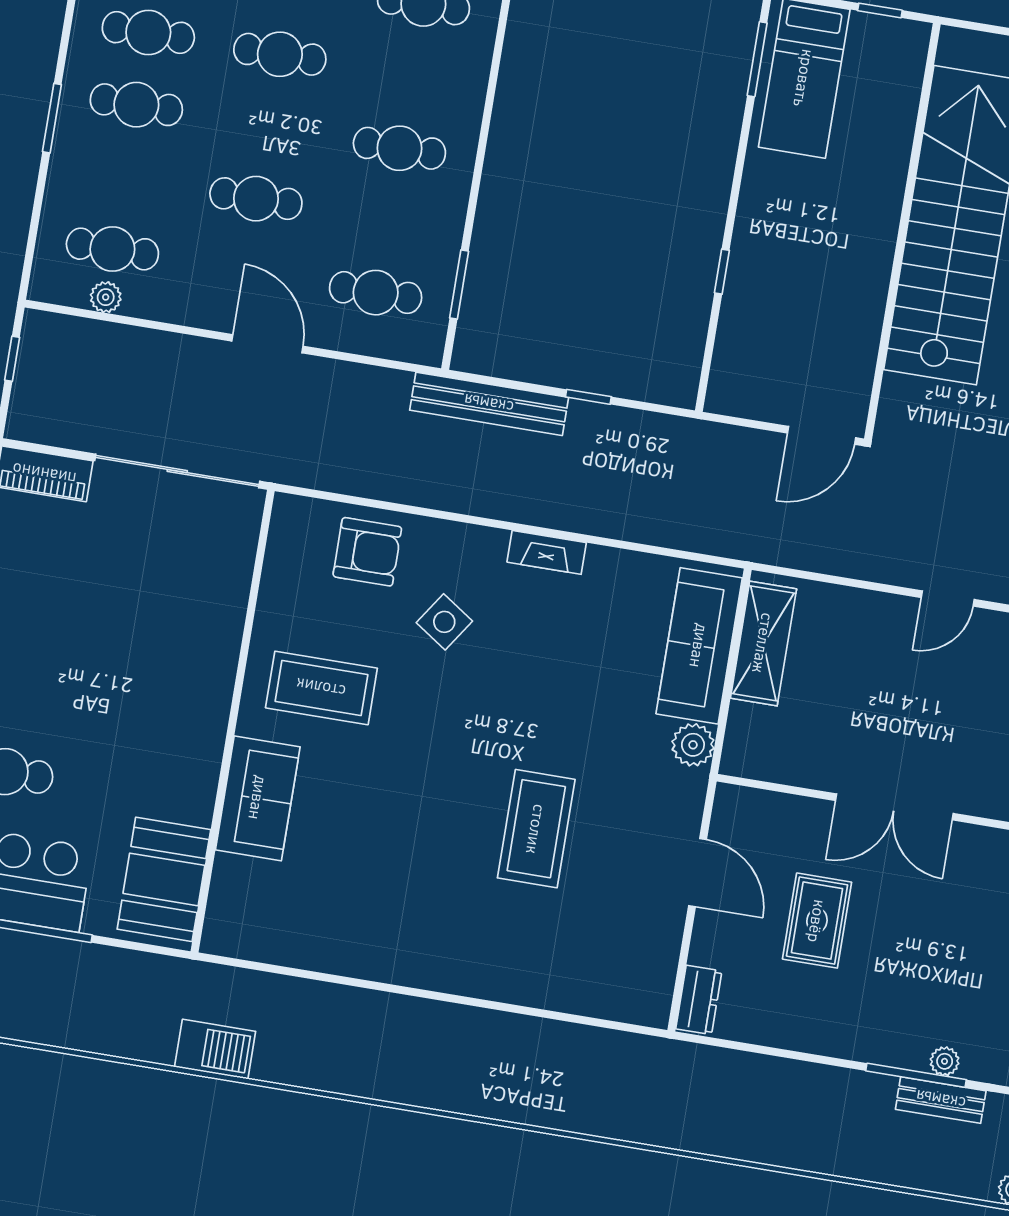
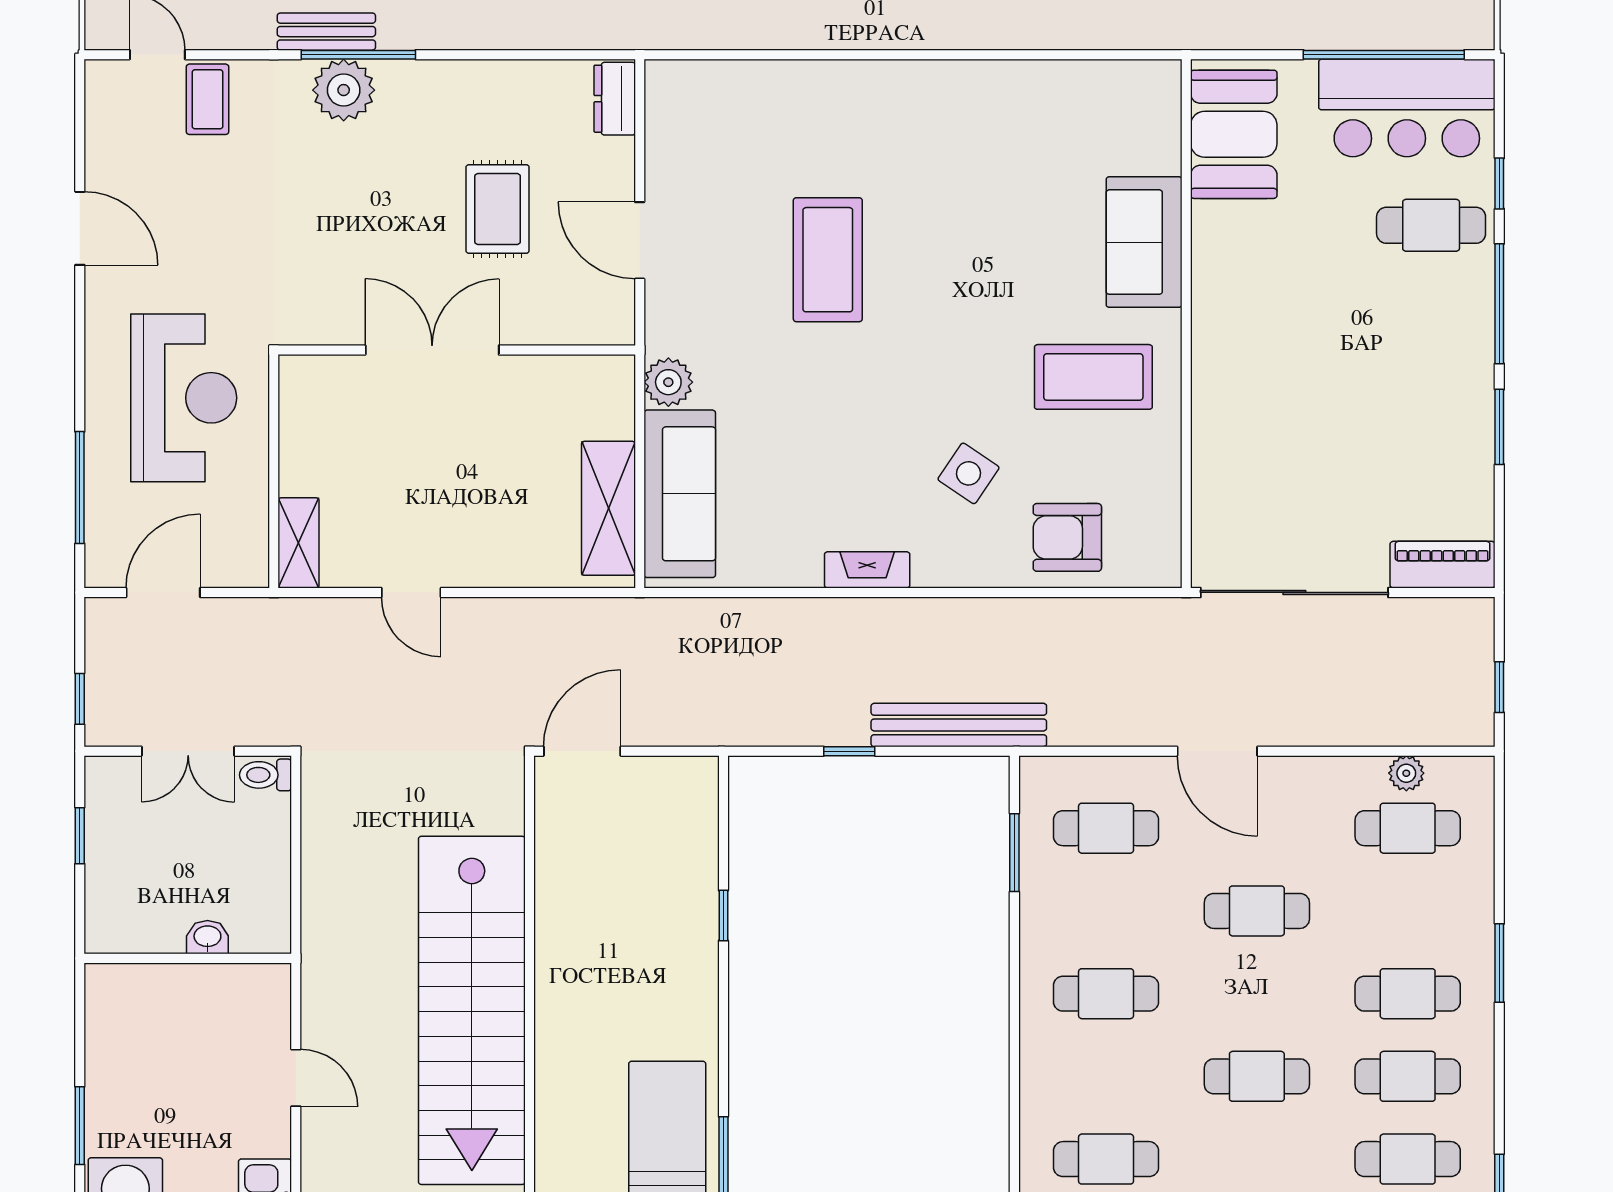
door: (948, 599) -> (411, 592), swing flipped
plant: (945, 1061) -> (344, 90), width x1.87, depth x1.87

